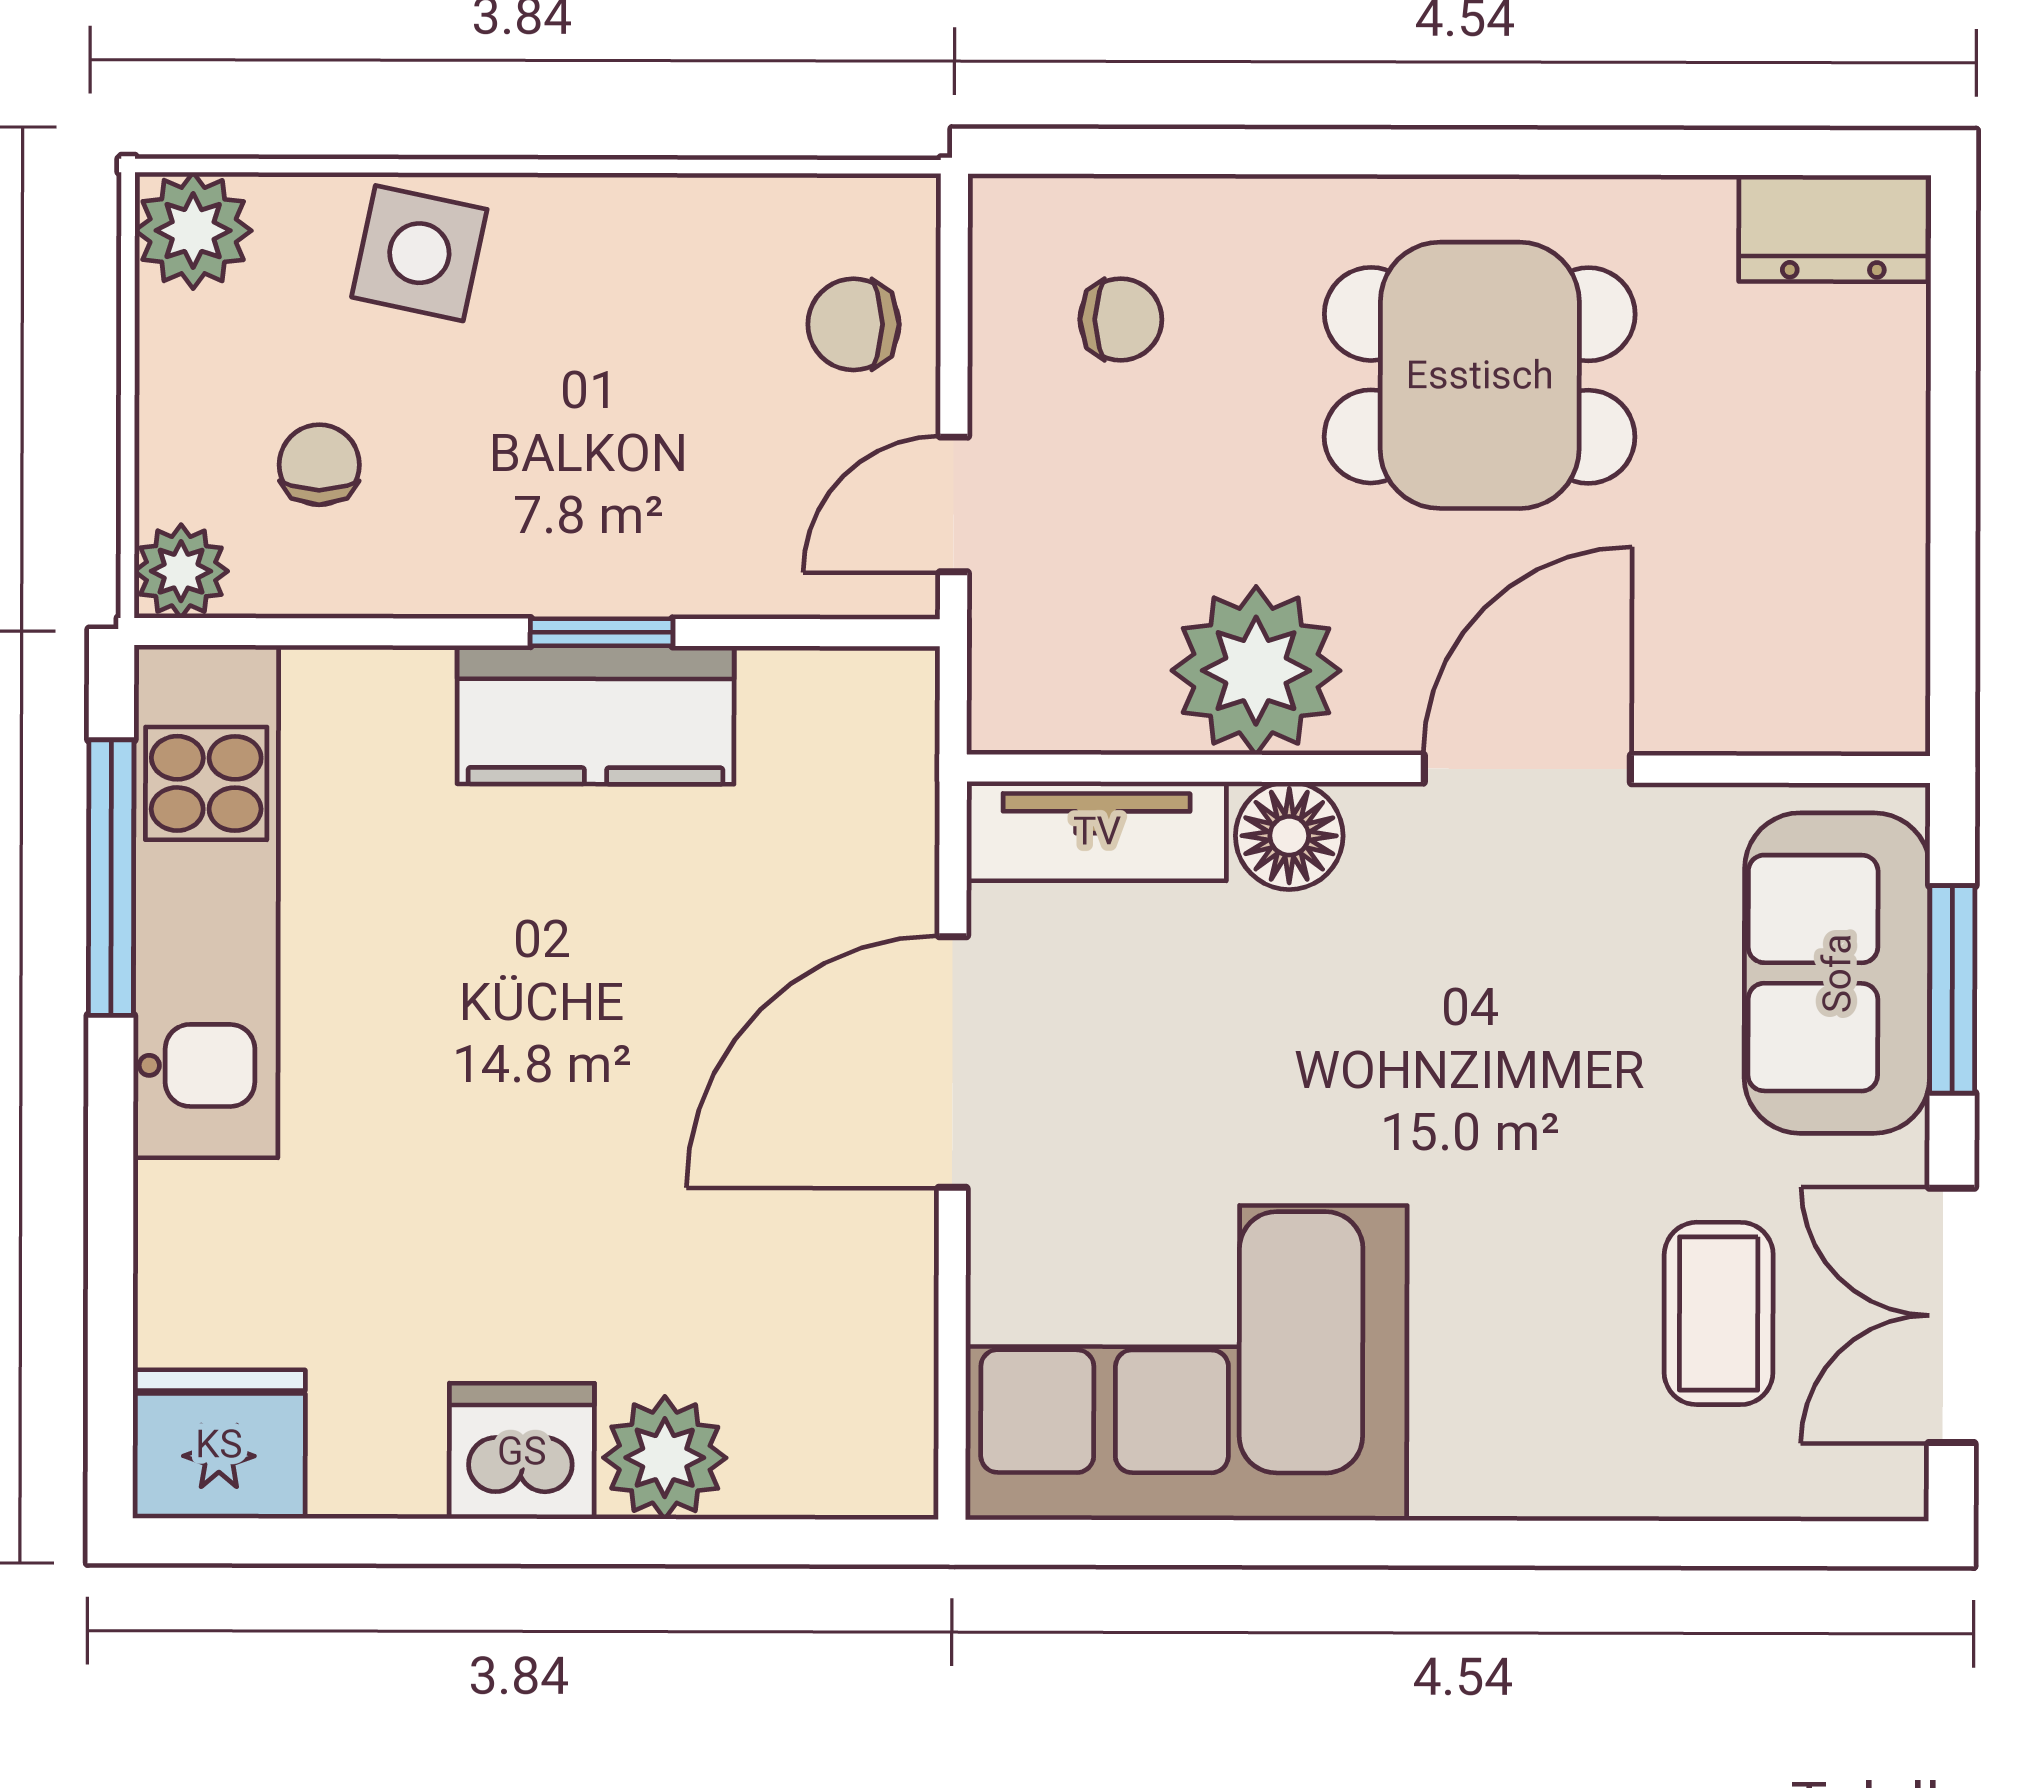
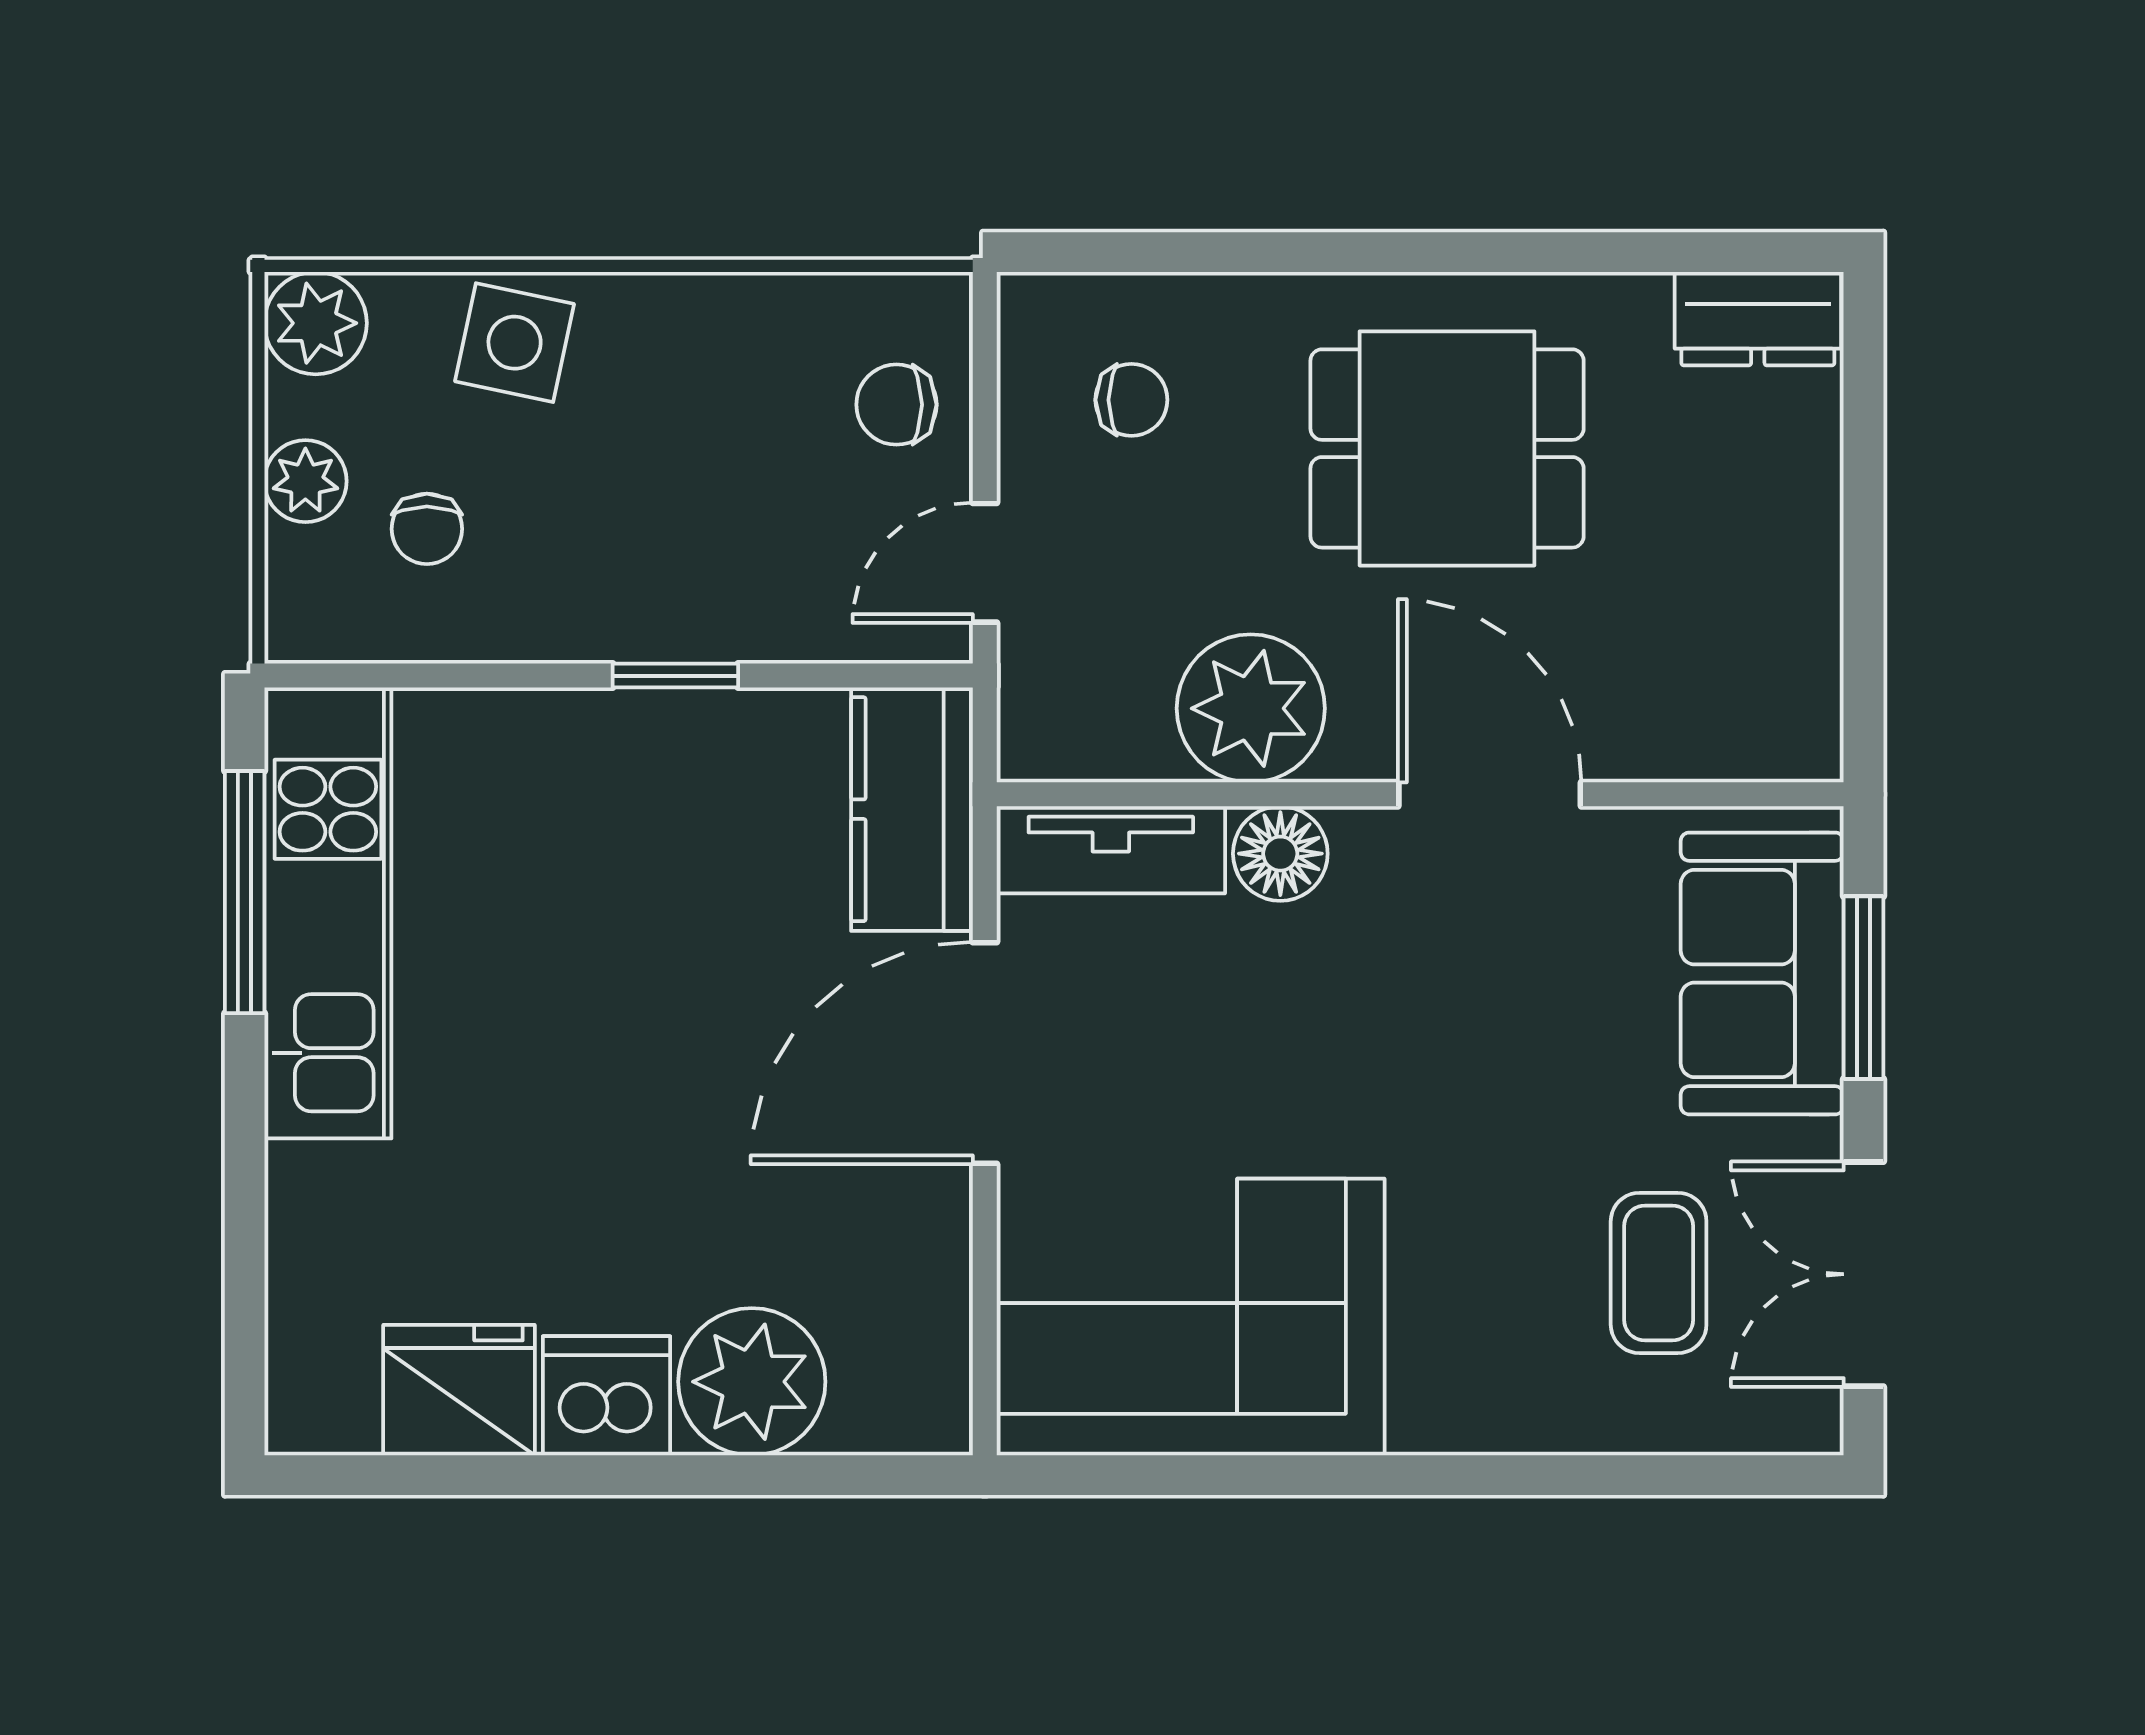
chair: (319, 465) -> (427, 529), turned 180
plant: (181, 571) -> (305, 481), moved
kitchen counter: (596, 715) -> (912, 809), moved, turned 90
door: (1527, 769) -> (1490, 794), hinge flipped
fridge: (219, 1444) -> (459, 1390), moved
plant: (665, 1458) -> (752, 1382), width x1.36, depth x1.36

